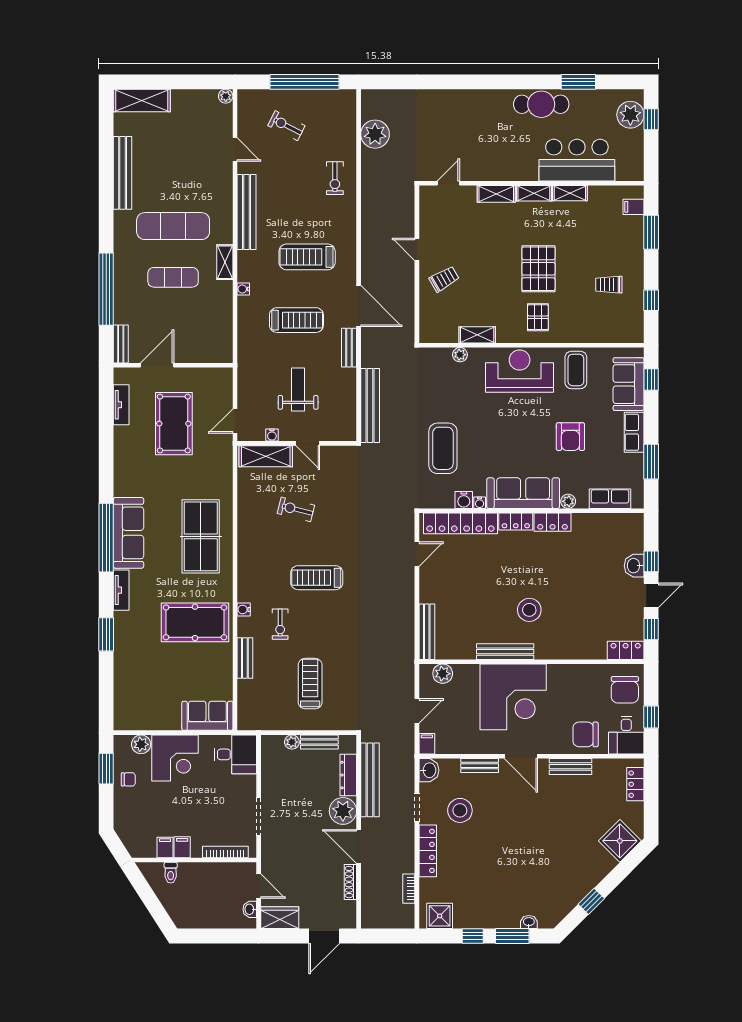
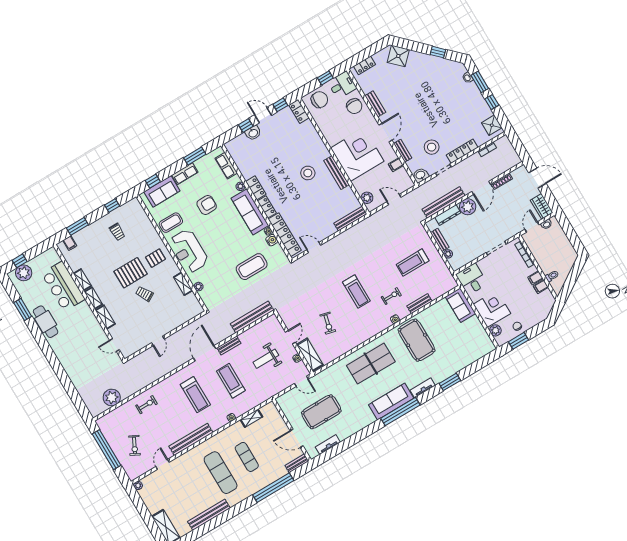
shelving: (225, 262) -> (251, 418), moved
trolley: (444, 279) -> (144, 294), moved
filing cabinet: (427, 744) -> (396, 165), moved

